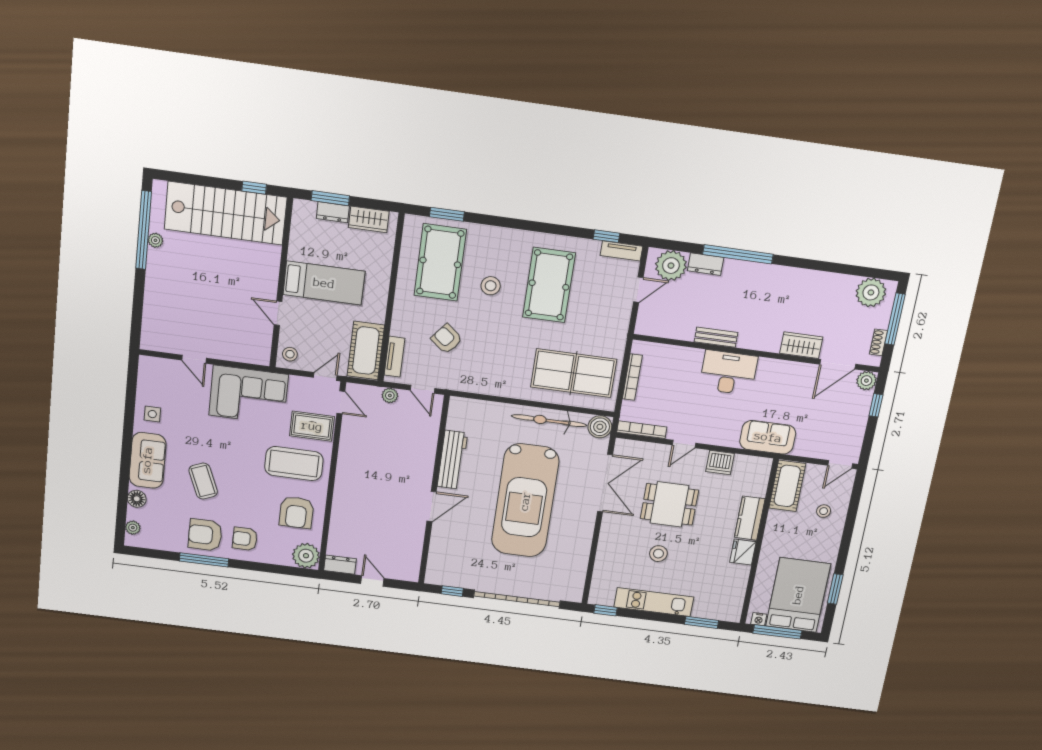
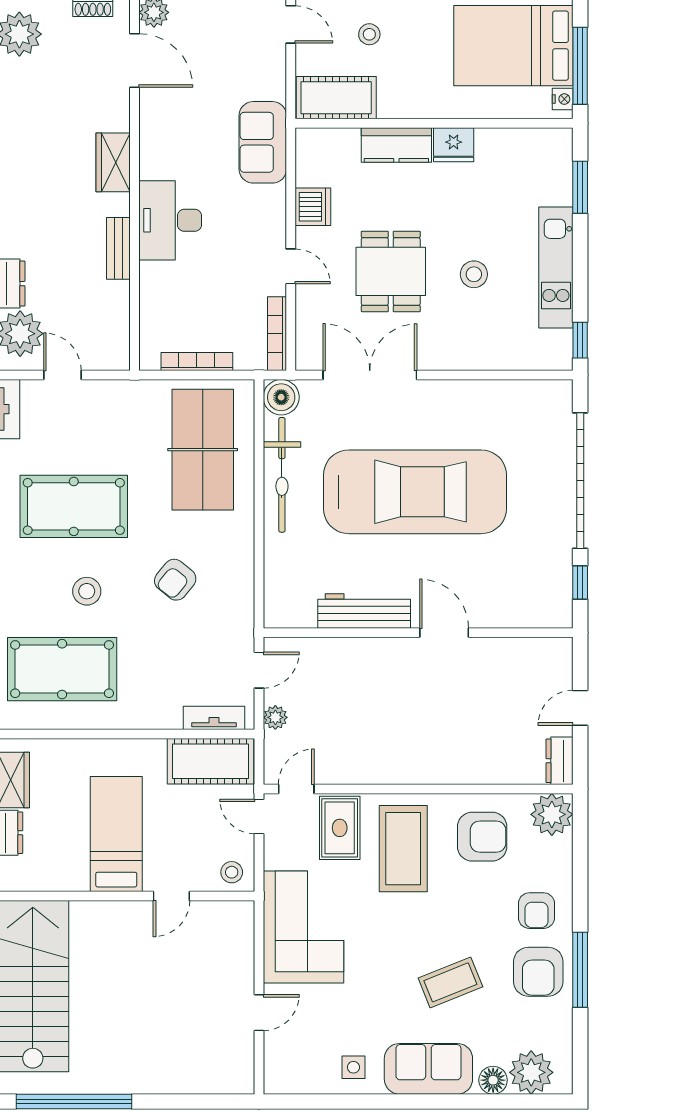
plant: (155, 240) -> (87, 1083), removed
armchair: (447, 339) -> (175, 580), moved
wardrobe: (801, 345) -> (113, 162), moved
plant: (133, 528) -> (531, 1072), width x1.88, depth x1.88

